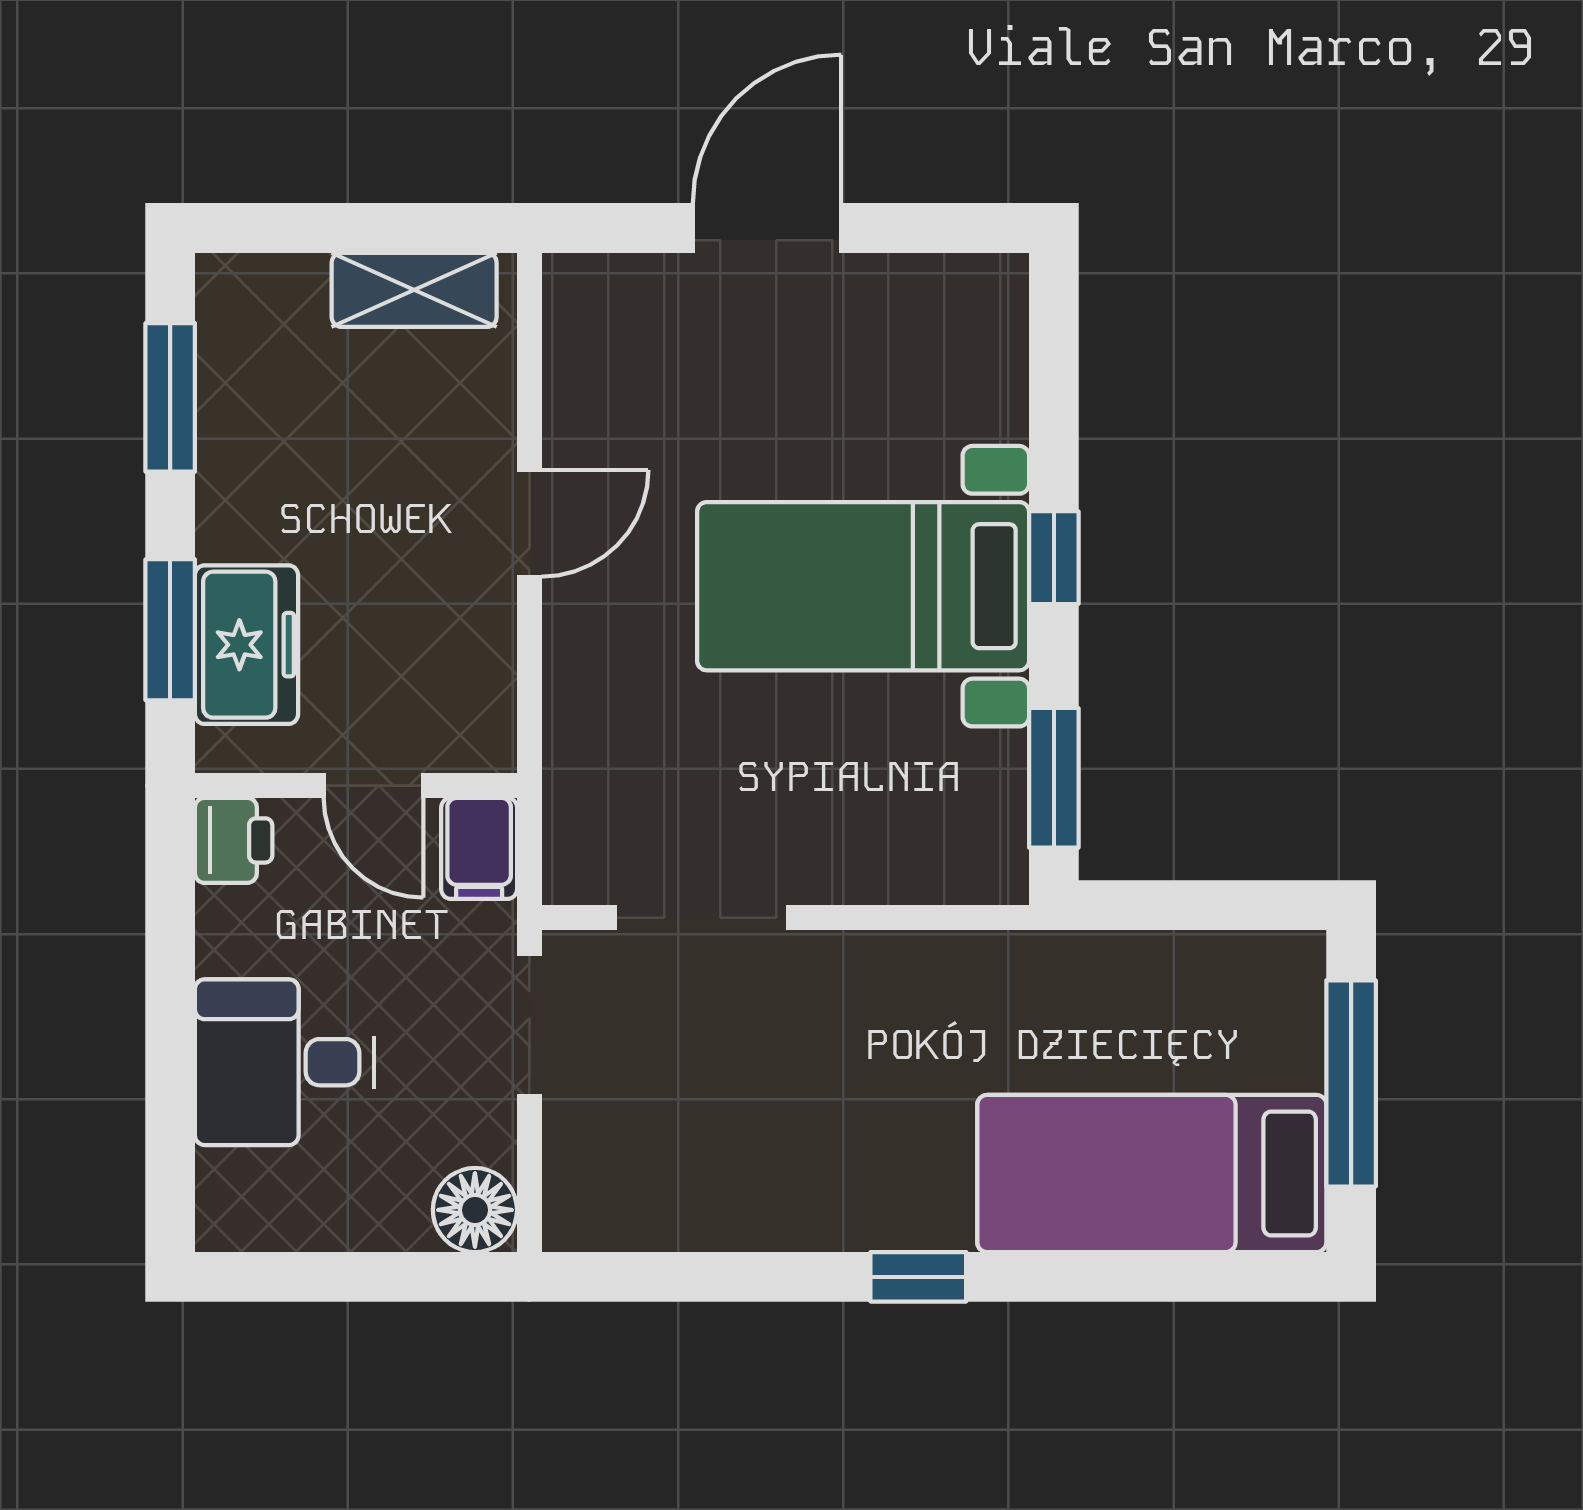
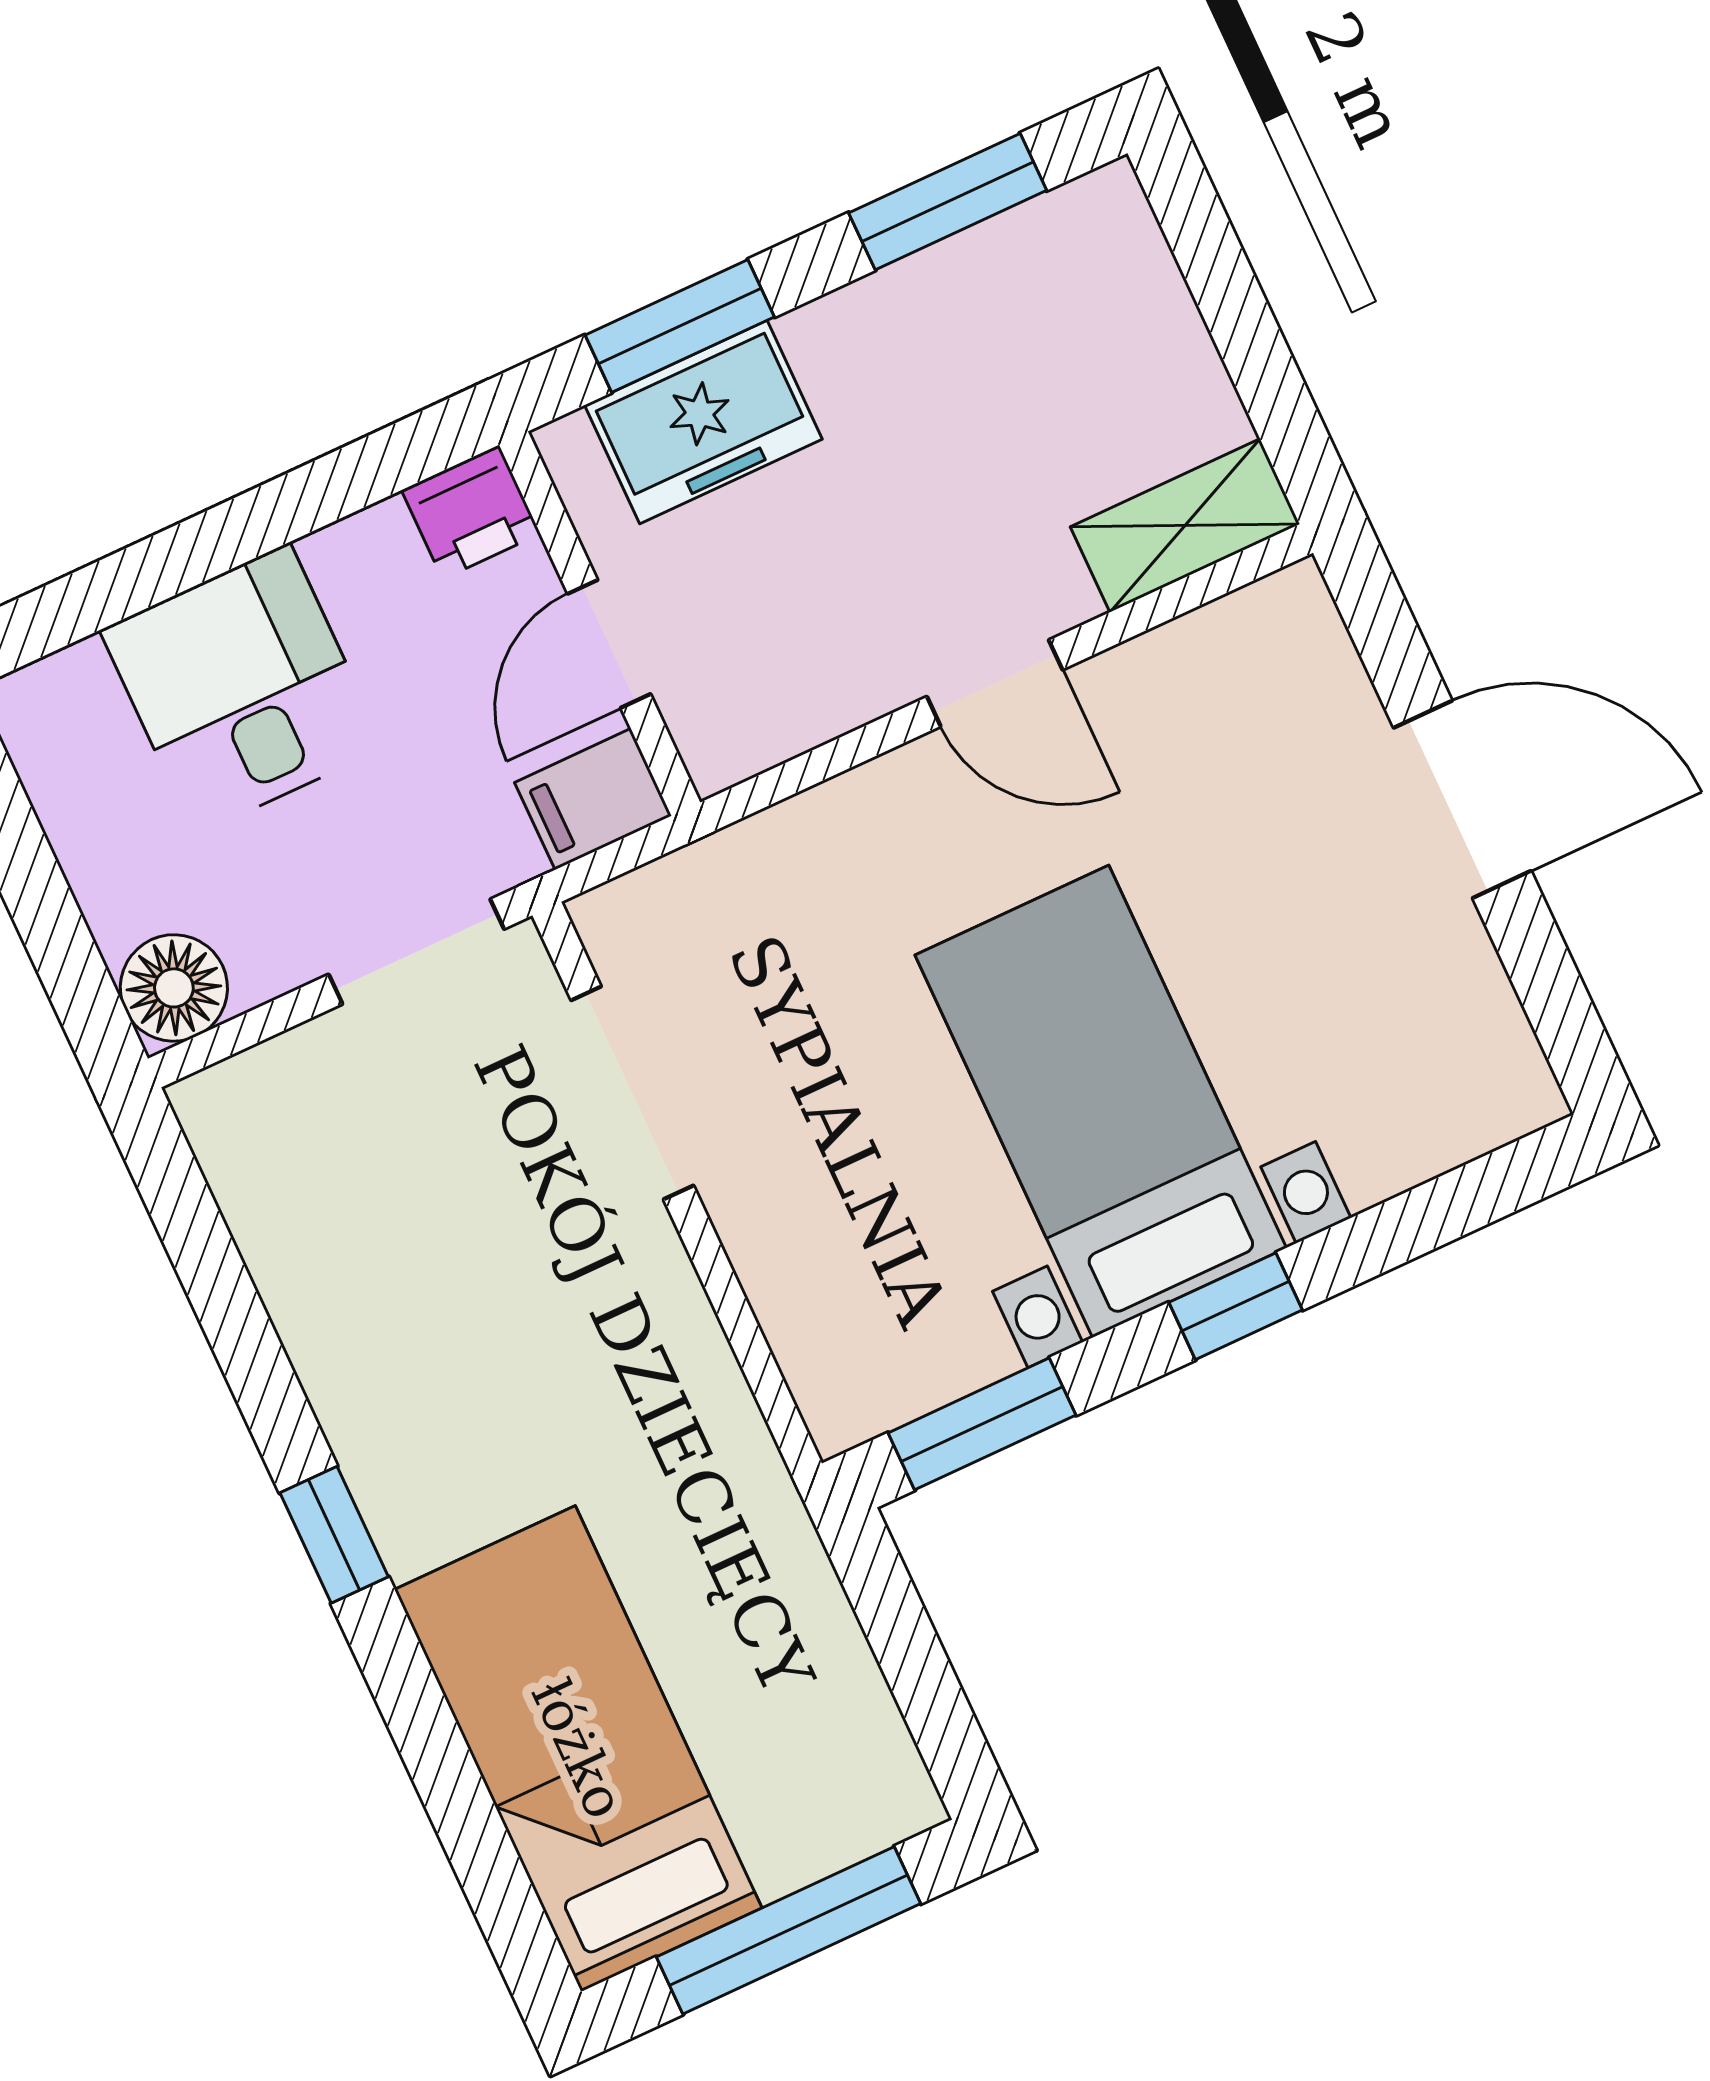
shelving: (414, 290) -> (1185, 526), moved, turned 90

